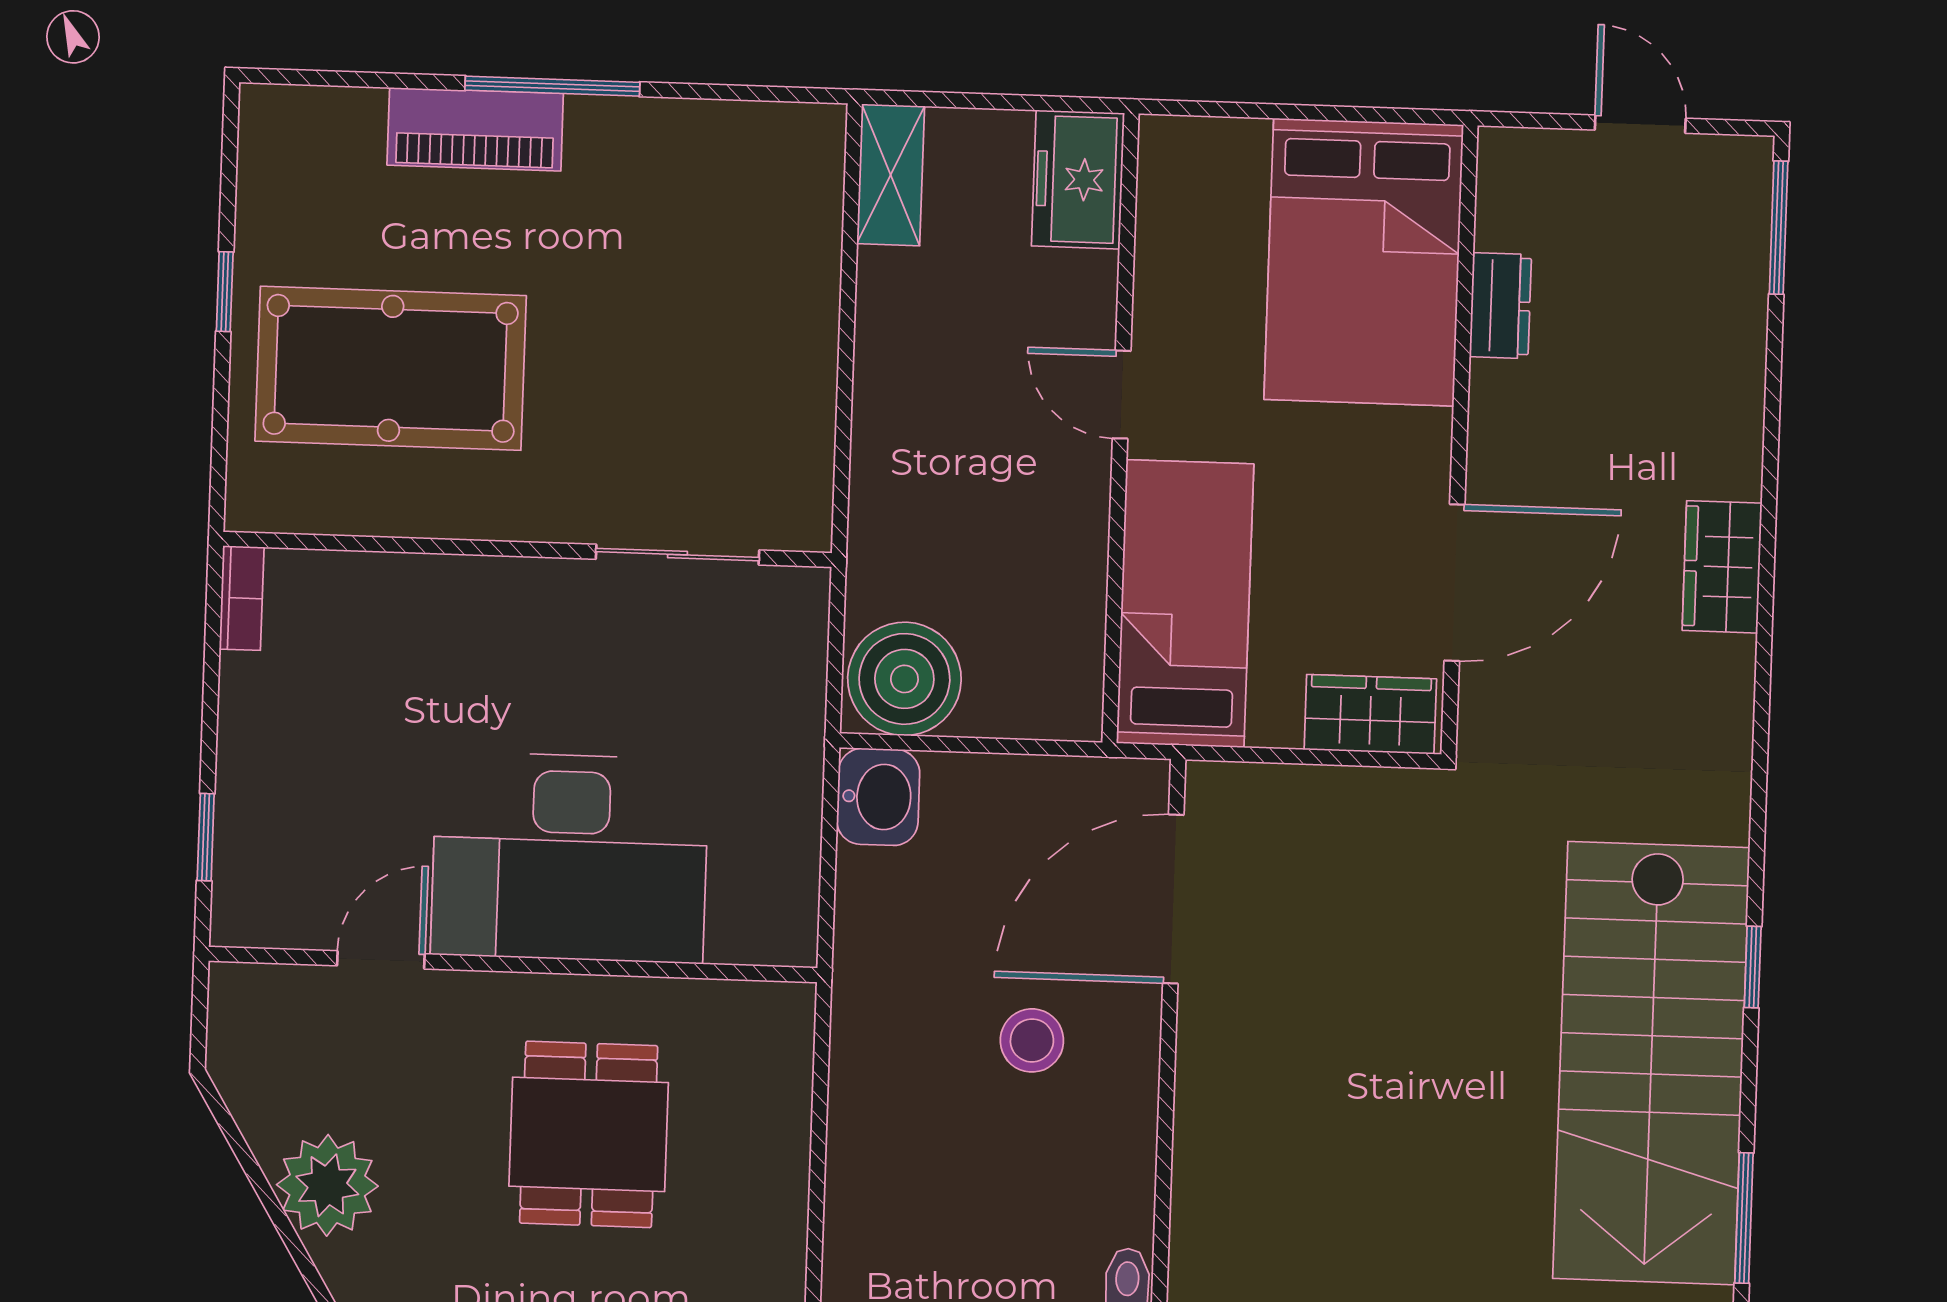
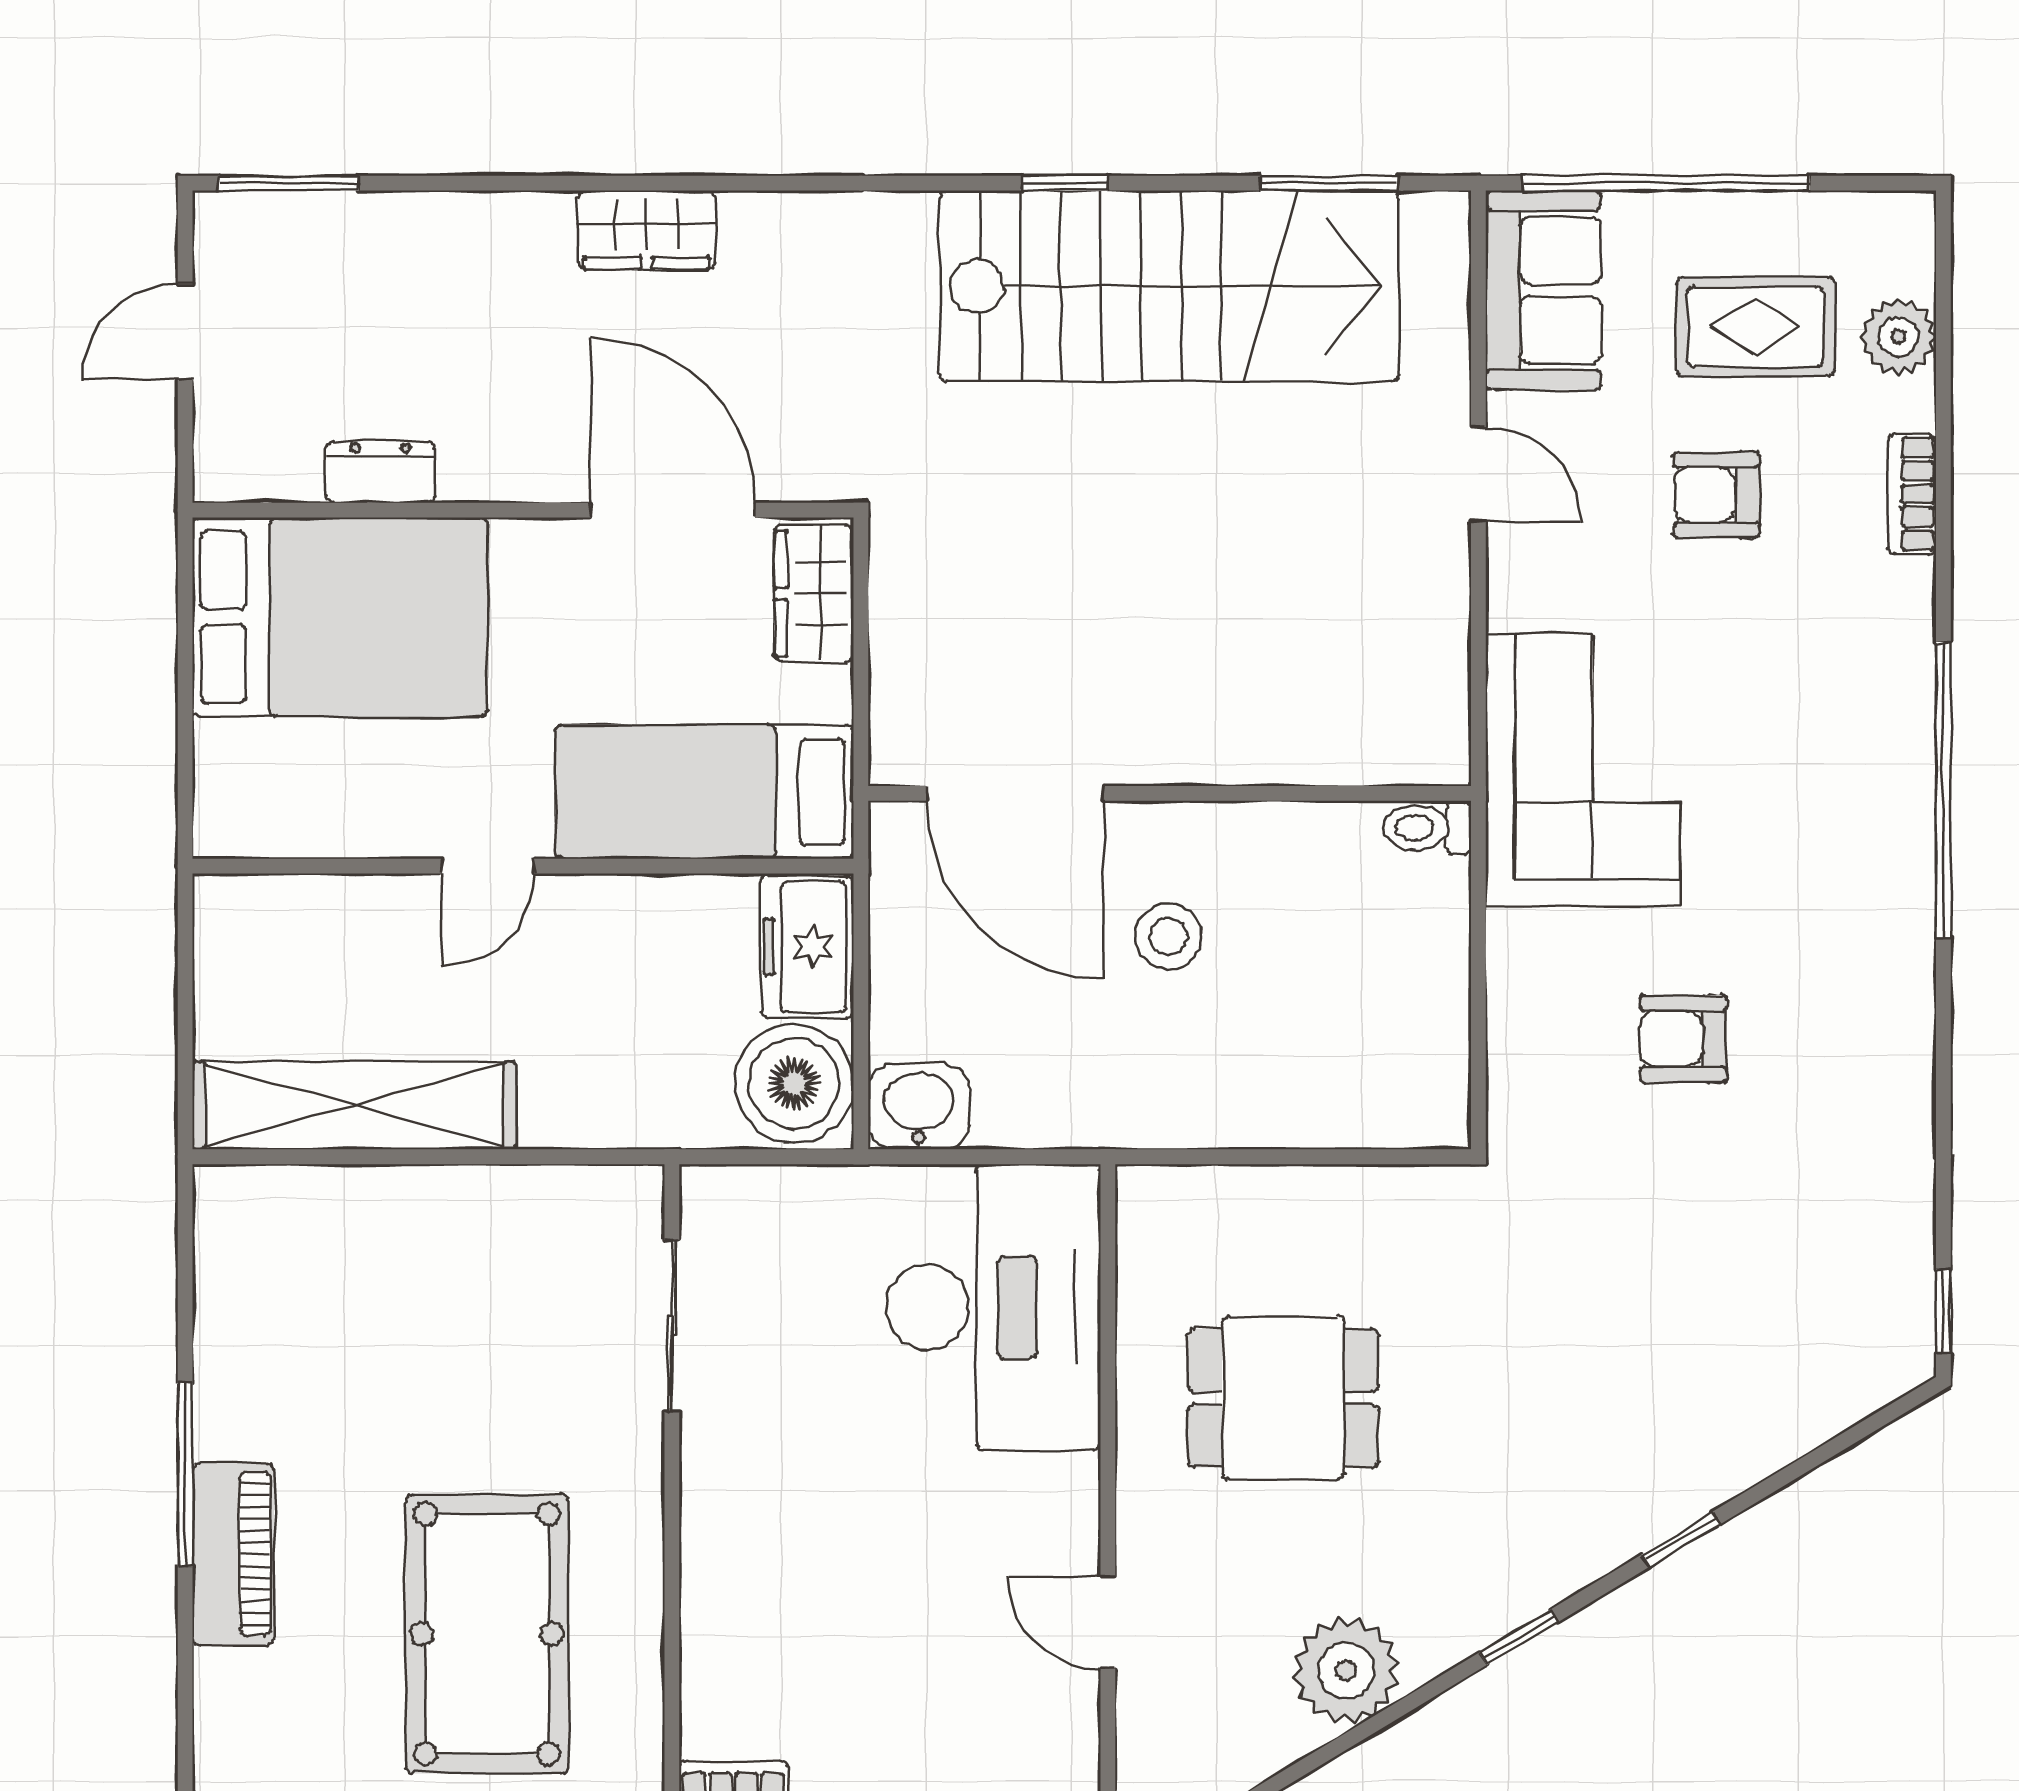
shelving: (891, 175) -> (354, 1105), width x2.20, depth x1.33
freezer: (1078, 180) -> (807, 947), moved, turned 90
desk: (570, 857) -> (993, 1307), moved

